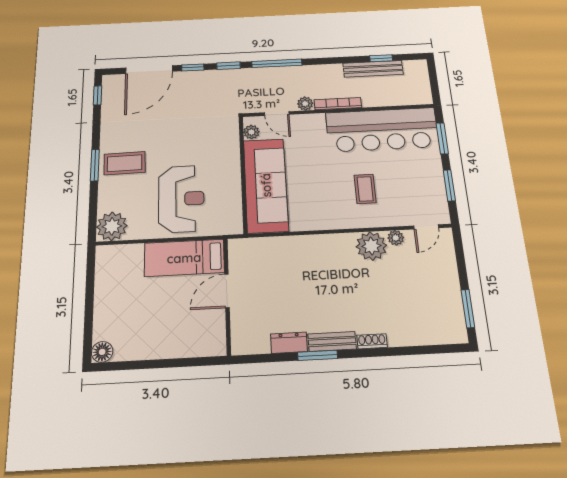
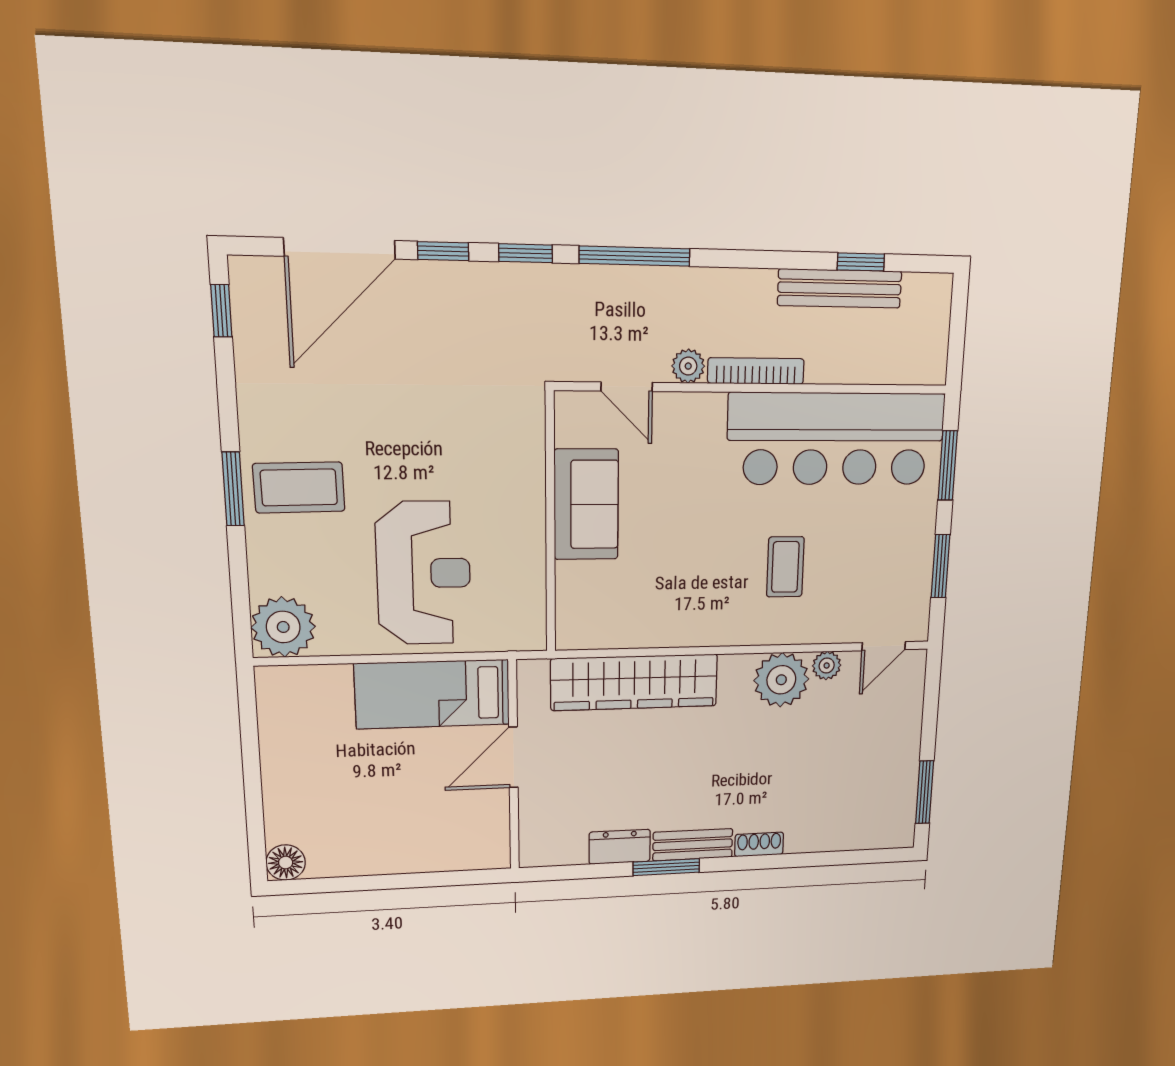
plant: (251, 132) -> (571, 428), removed
sofa: (266, 185) -> (586, 505), width x0.54, depth x0.79
wardrobe: (291, 249) -> (634, 682), added

